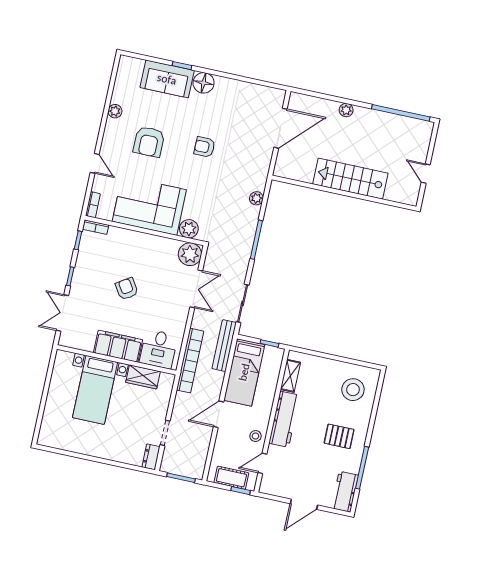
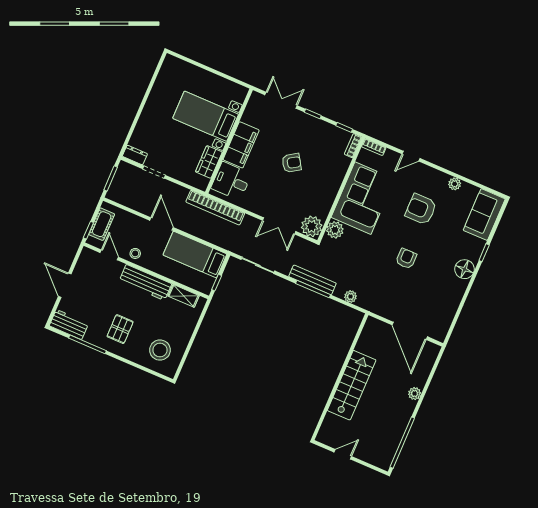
sofa: (167, 79) -> (484, 215), moved
bench: (224, 346) -> (312, 280), moved

